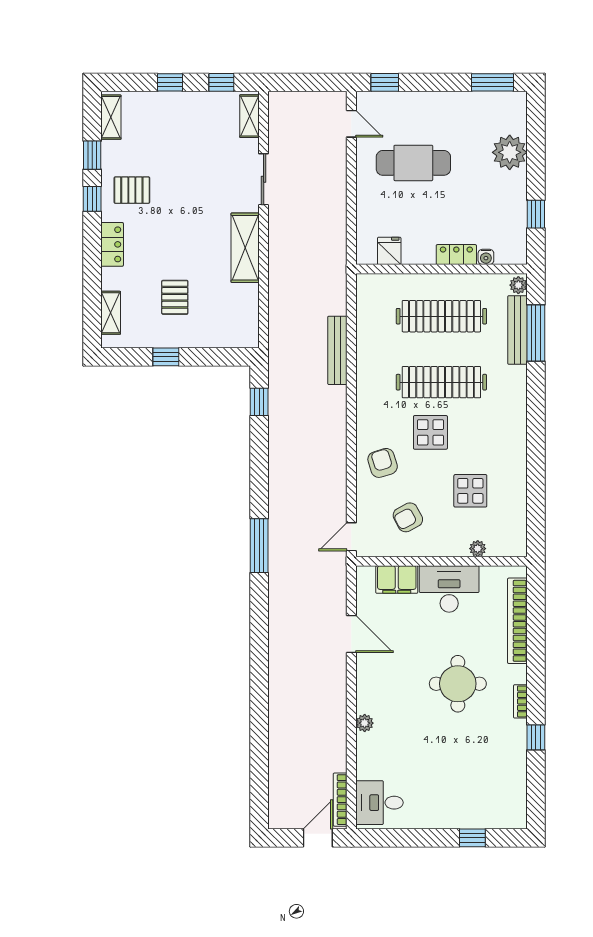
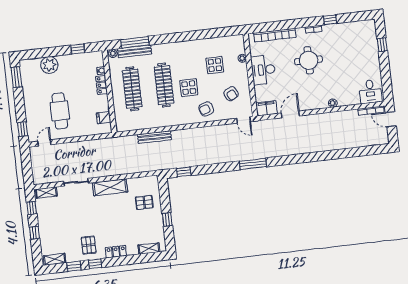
pallet: (175, 297) -> (144, 202), moved
filing cabinet: (397, 580) -> (267, 108), moved, turned -90

